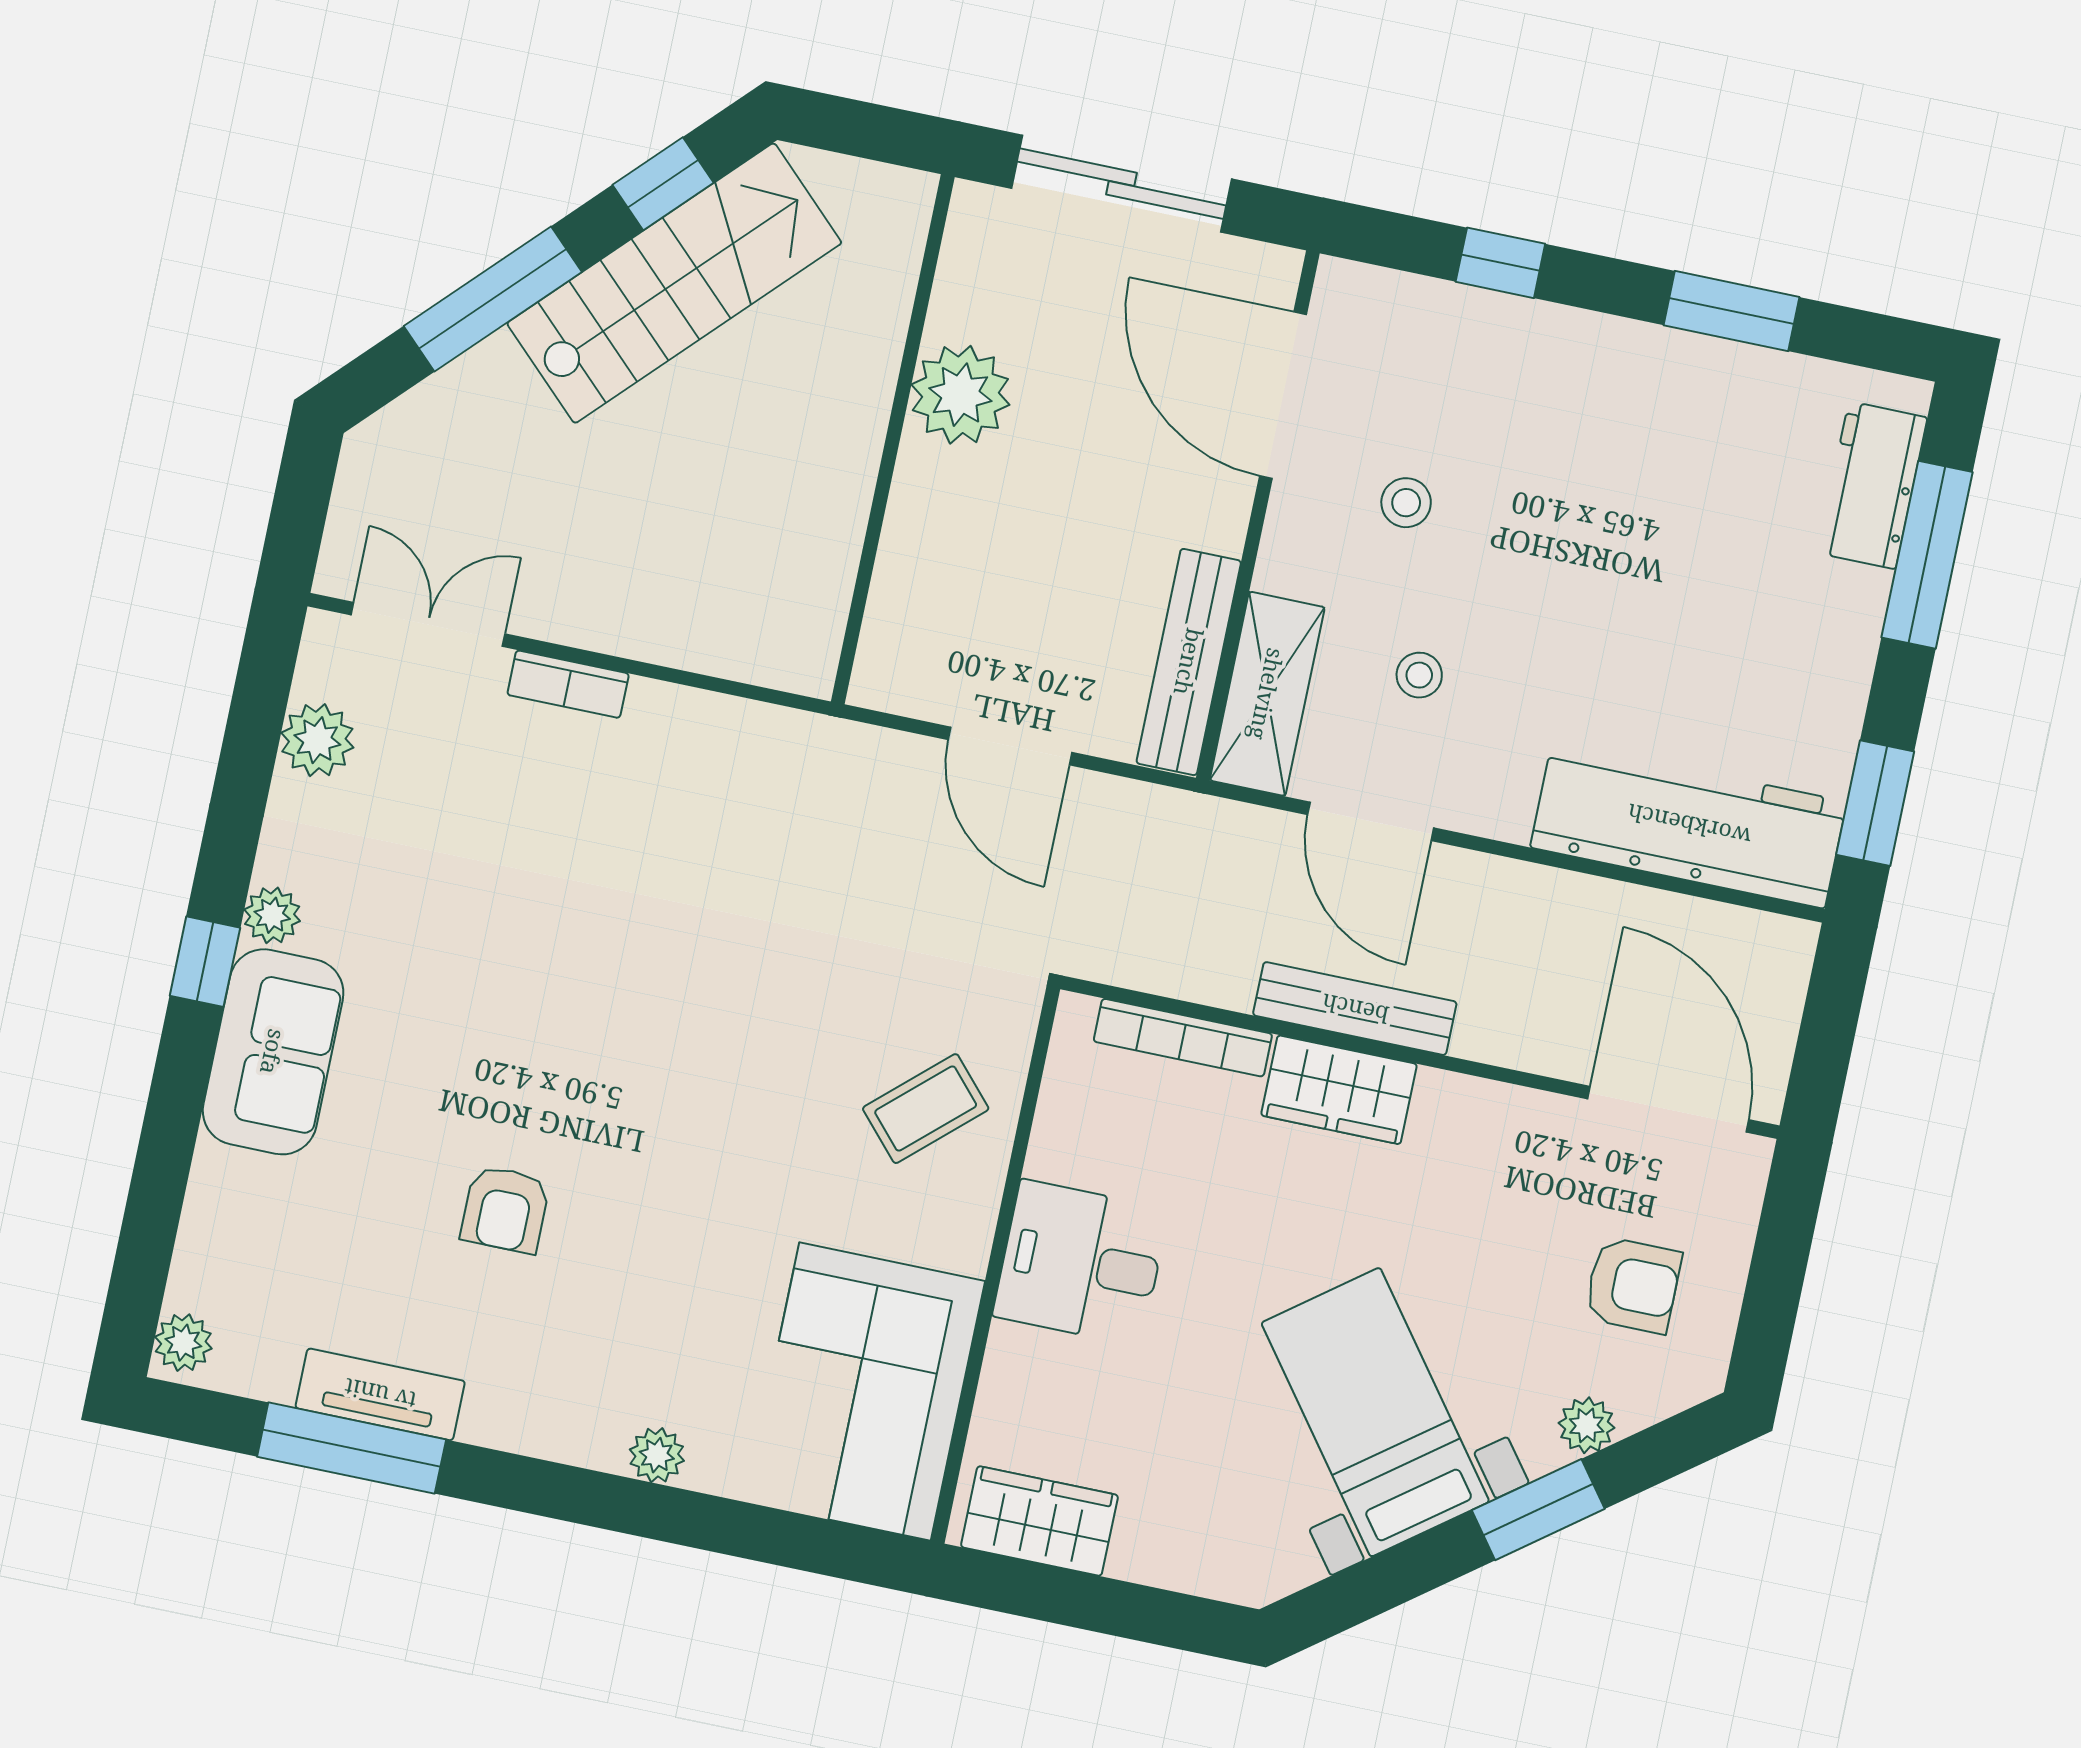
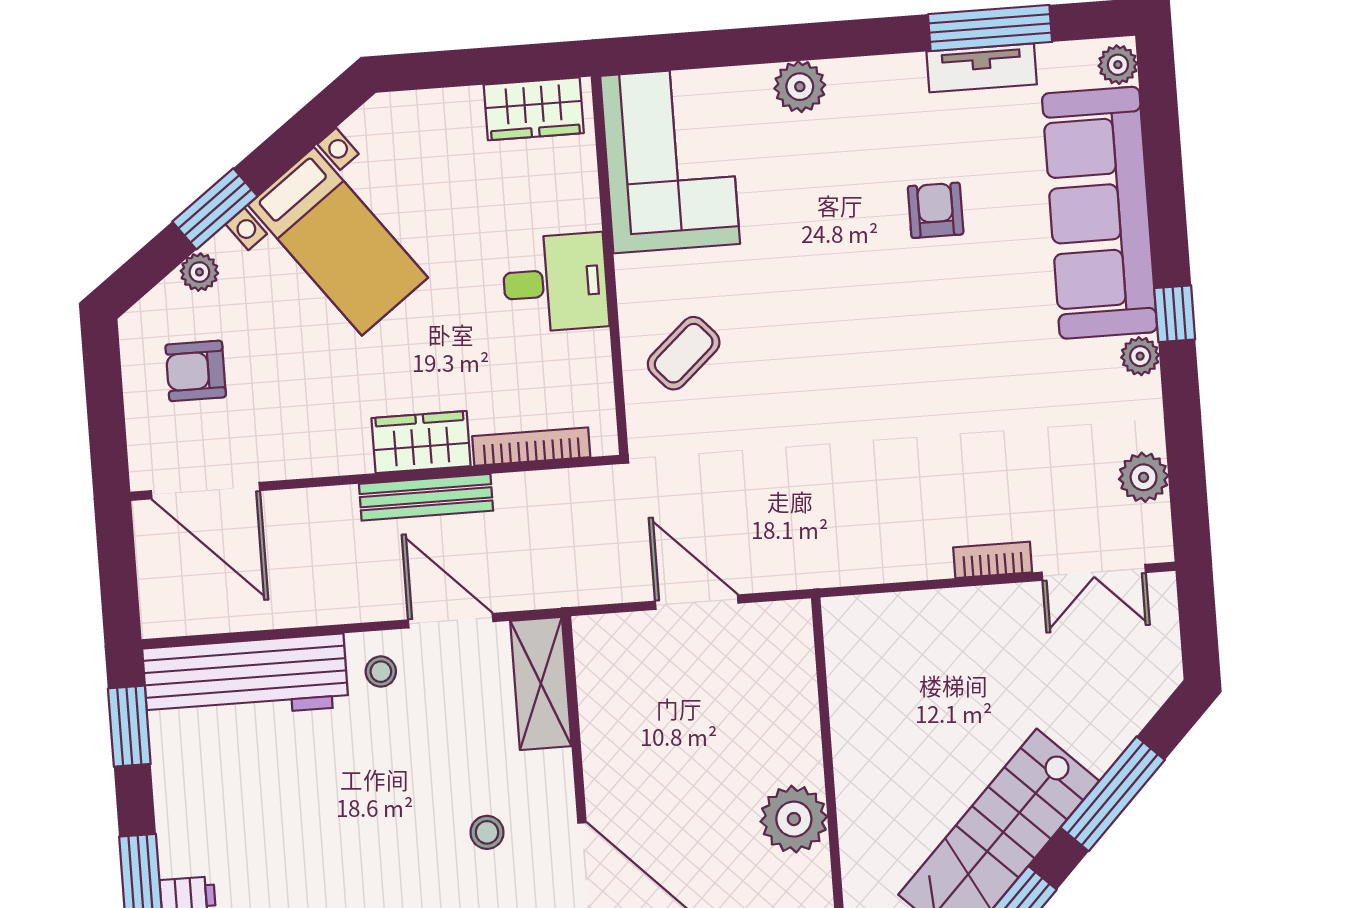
bench: (1189, 662) -> (597, 689), removed
stool: (1419, 675) -> (381, 672), moved
sofa: (273, 1052) -> (1100, 213), width x1.85, depth x1.27
plant: (657, 1455) -> (800, 87), width x1.38, depth x1.38

